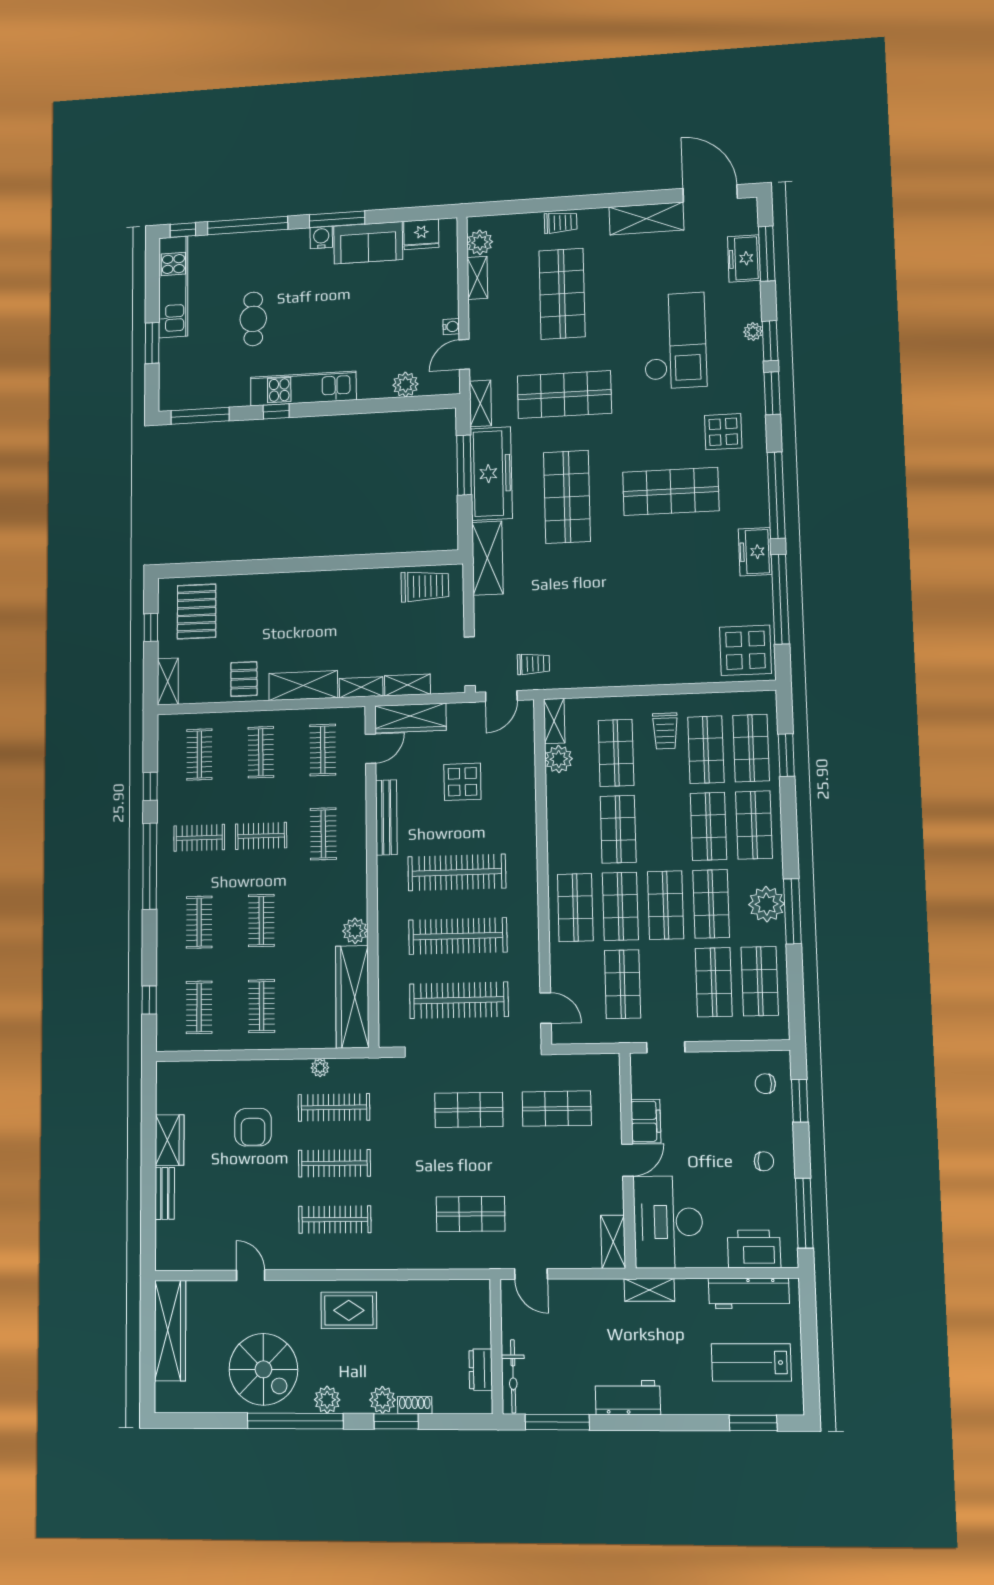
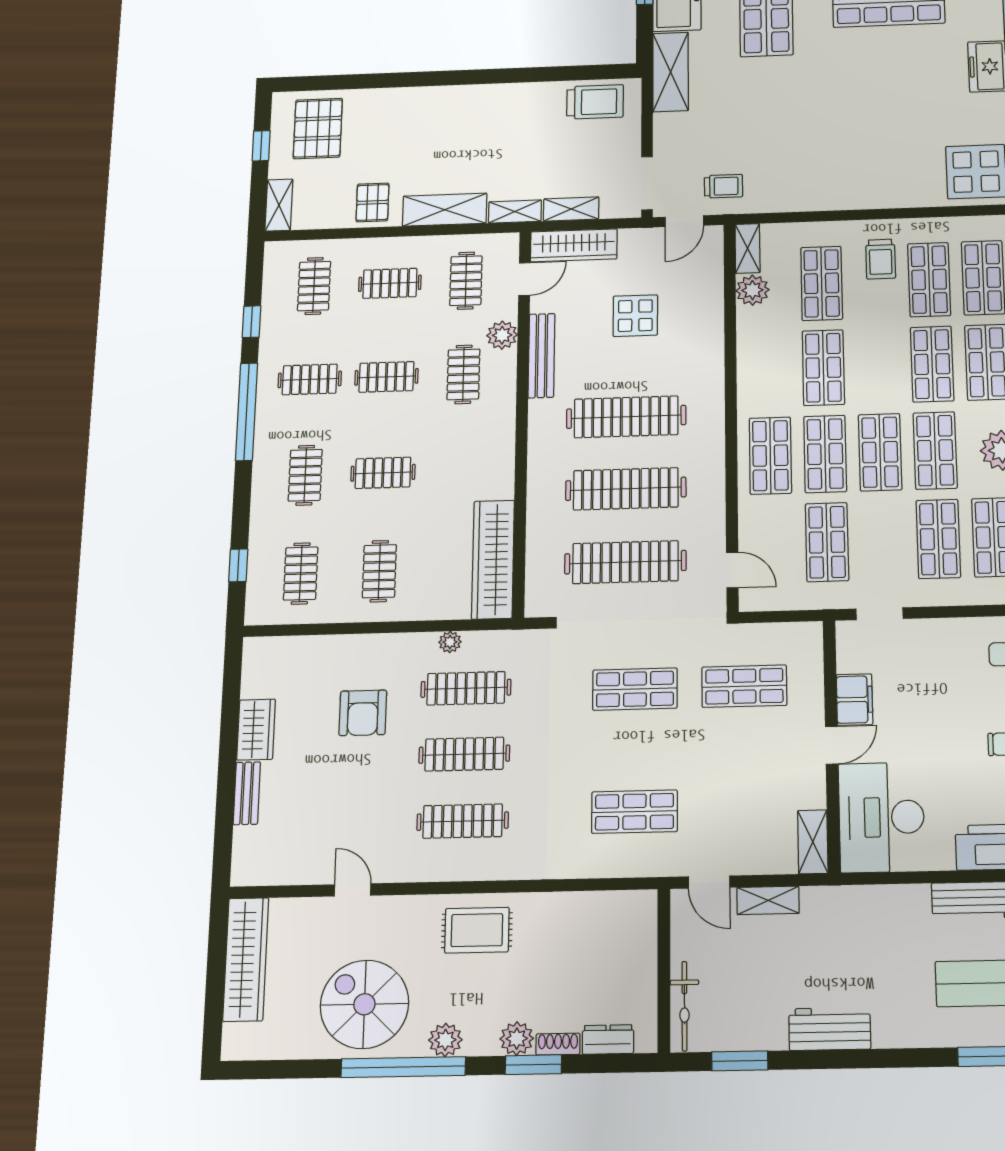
clothes rail: (261, 752) -> (390, 283), turned 90
clothes rail: (261, 920) -> (383, 473), turned 90
plant: (355, 931) -> (502, 335), moved
shelving: (649, 1290) -> (768, 900), moved
spiral stairs: (263, 1369) -> (364, 1004), turned 180
dresser: (481, 1370) -> (608, 1039), moved, turned 90
window: (557, 1422) -> (740, 1061), width x0.69

